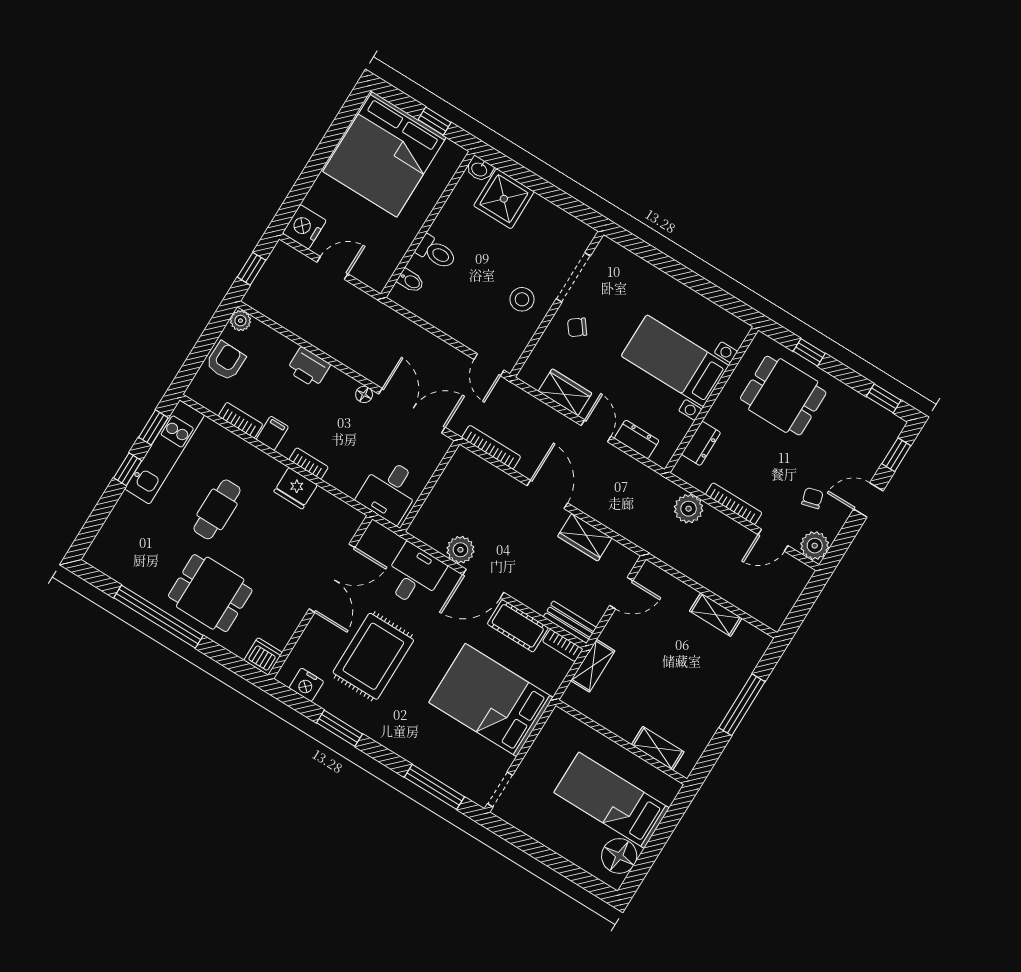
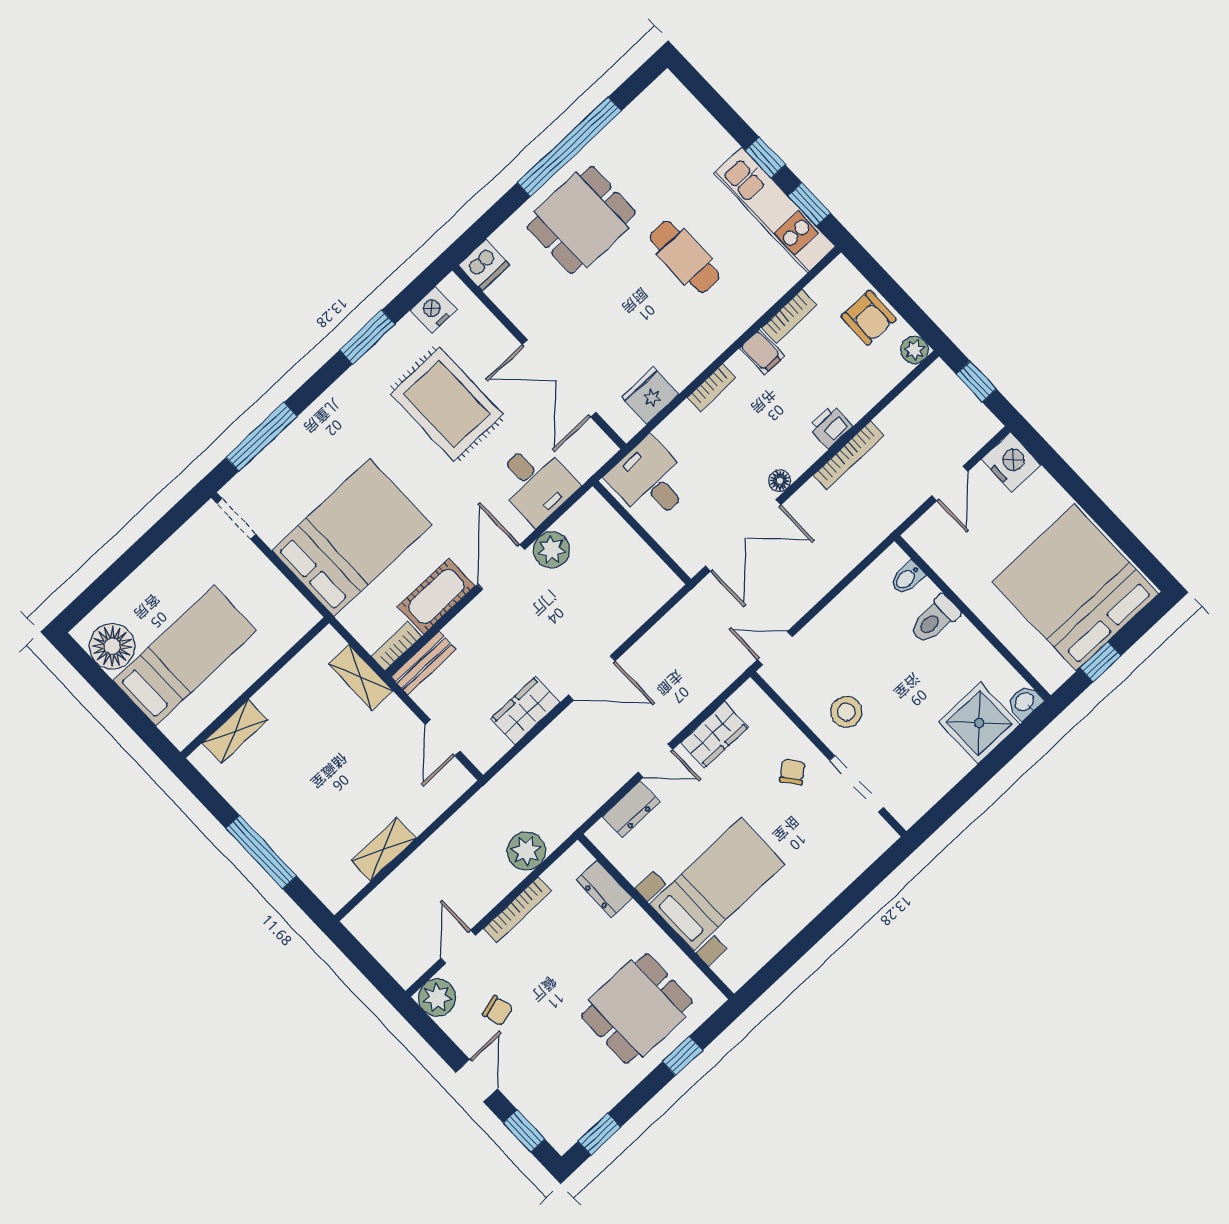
printer: (308, 368) -> (830, 427), width x0.73, depth x0.81
bookcase: (491, 447) -> (848, 455), moved
fridge: (296, 488) -> (650, 395), moved

